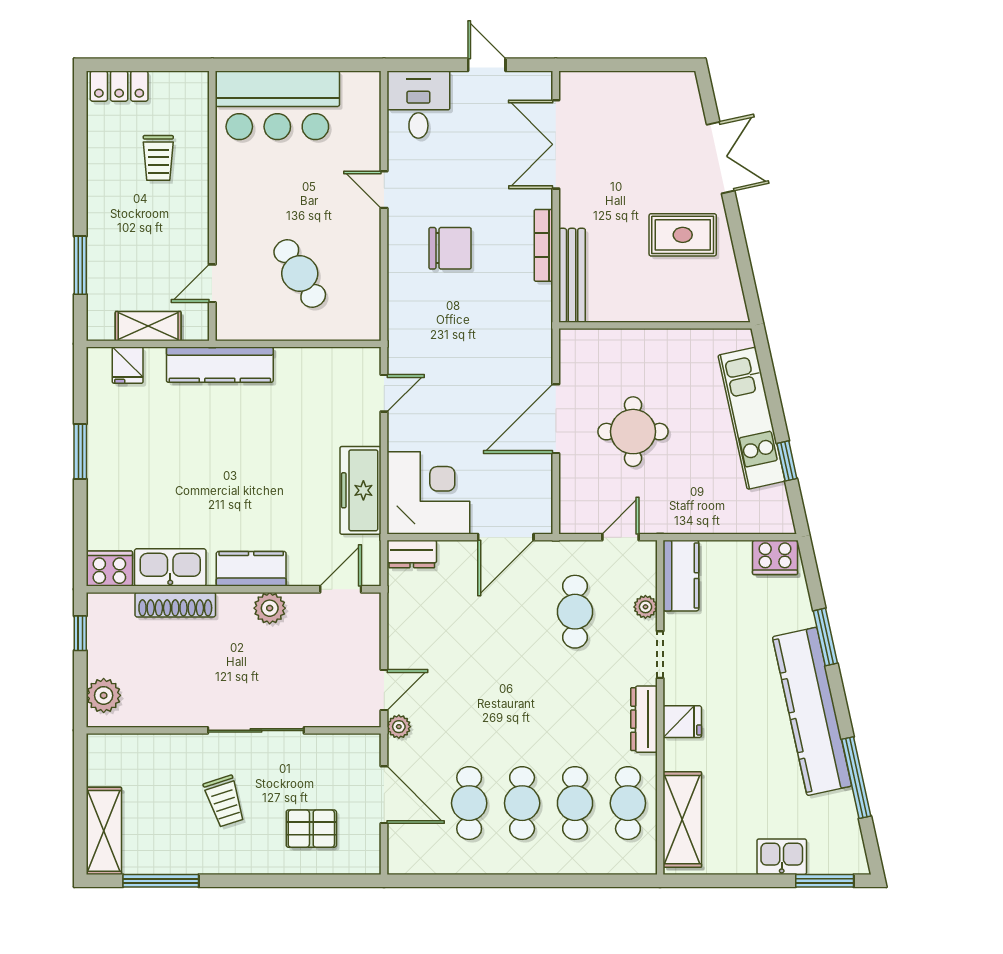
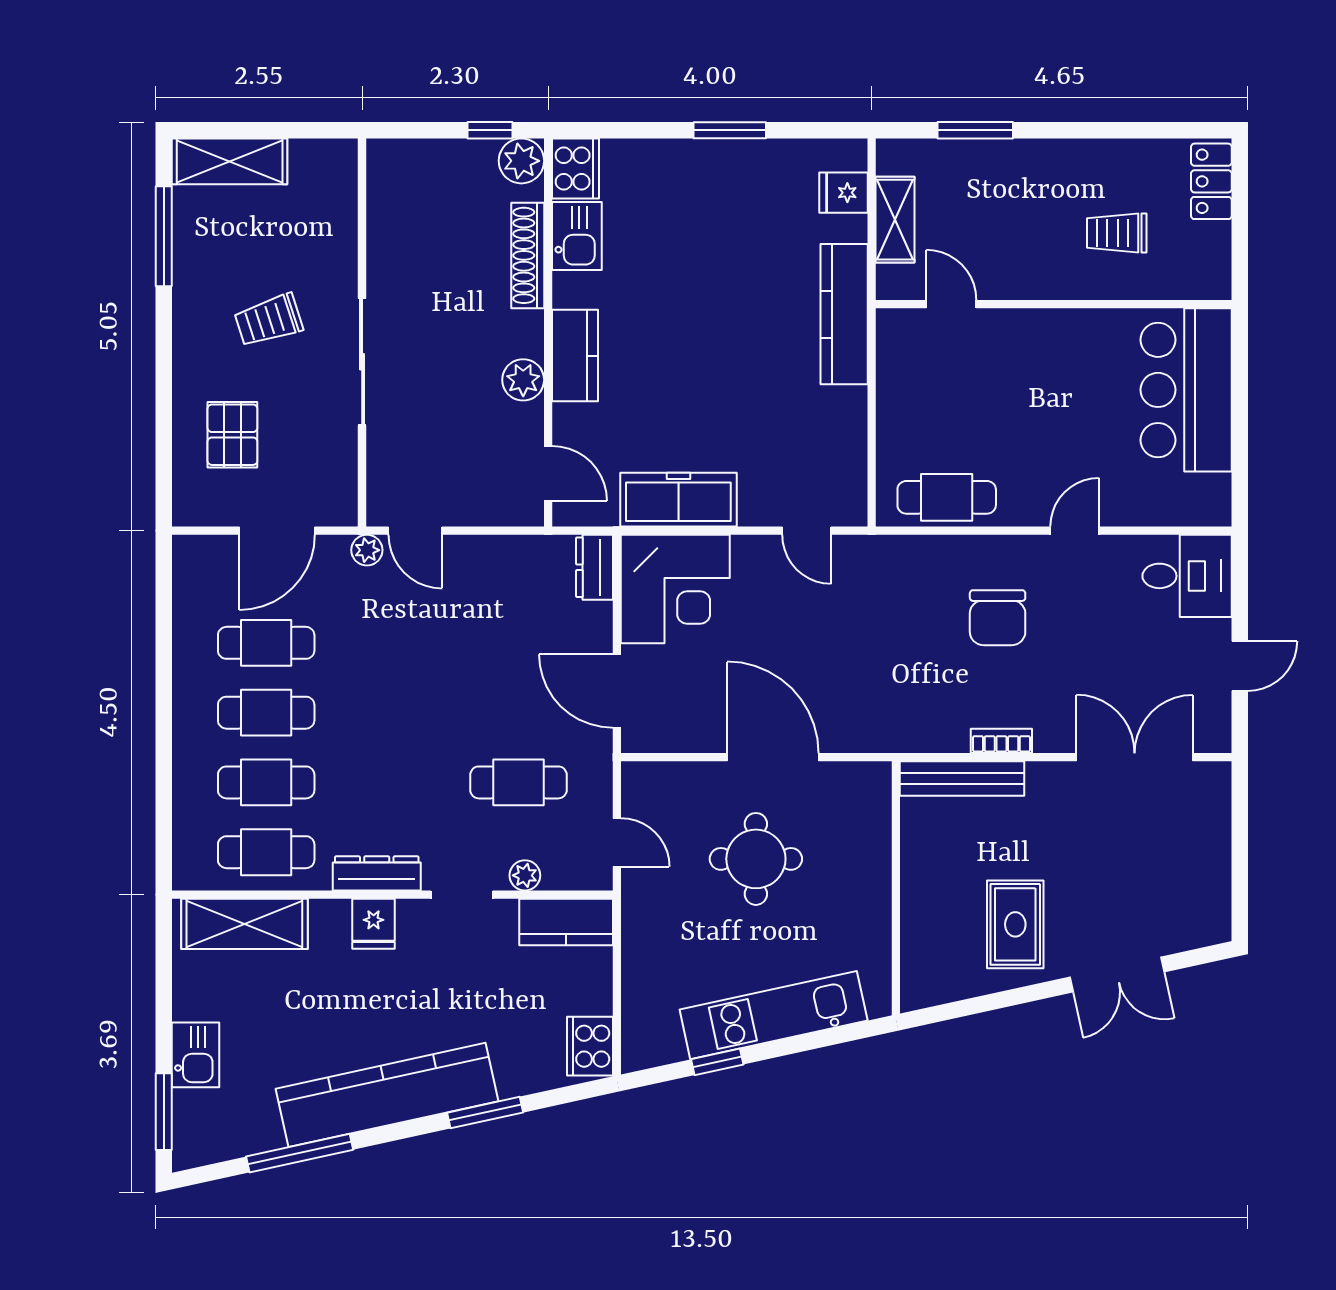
bookcase: (543, 245) -> (1001, 741), width x0.64
cafe table: (300, 274) -> (947, 497), moved, turned 31
kitchen sink: (170, 567) -> (577, 236), width x0.73
plant: (104, 695) -> (521, 161), moved

